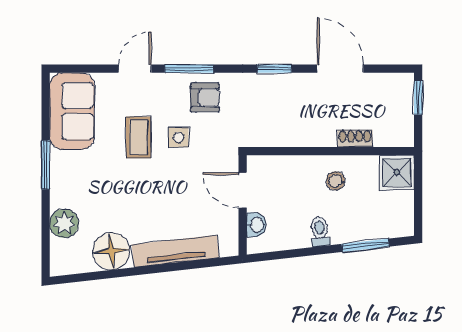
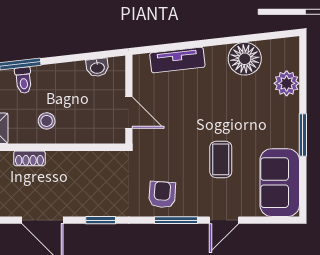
armchair: (205, 98) -> (162, 195), turned 94
side table: (179, 137) -> (185, 159), removed
washbasin: (256, 225) -> (97, 67), moved, turned -96
toilet: (320, 232) -> (23, 80), moved
tv unit: (175, 251) -> (177, 60), width x0.71

